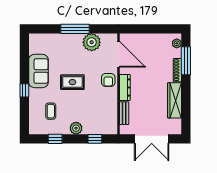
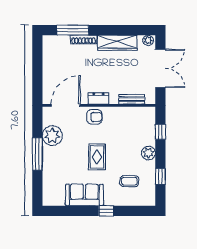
plant: (177, 43) -> (148, 40), moved
dresser: (125, 87) -> (98, 98), width x0.70

